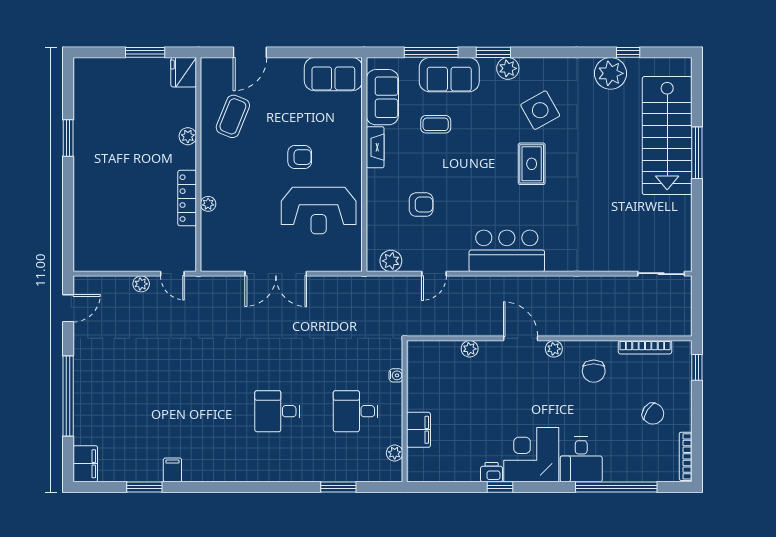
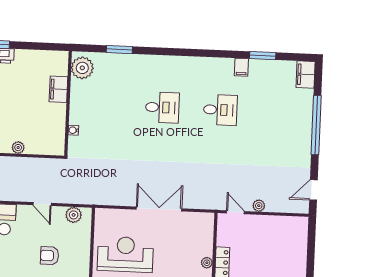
door: (434, 274) -> (42, 204), swing flipped
desk: (356, 411) -> (220, 110), moved
plant: (395, 453) -> (82, 68), width x1.88, depth x1.88

